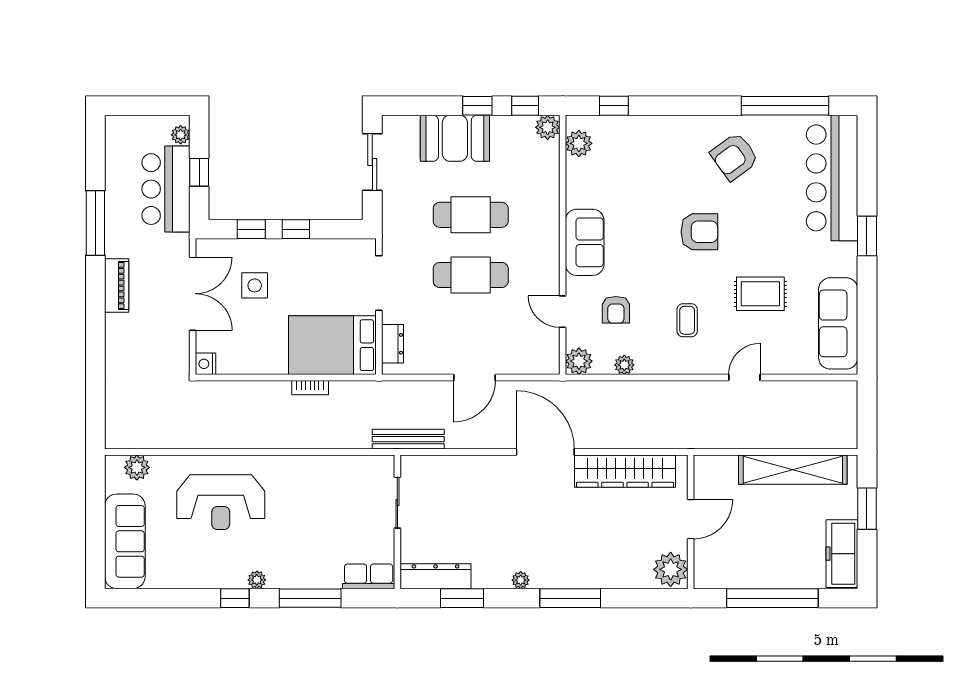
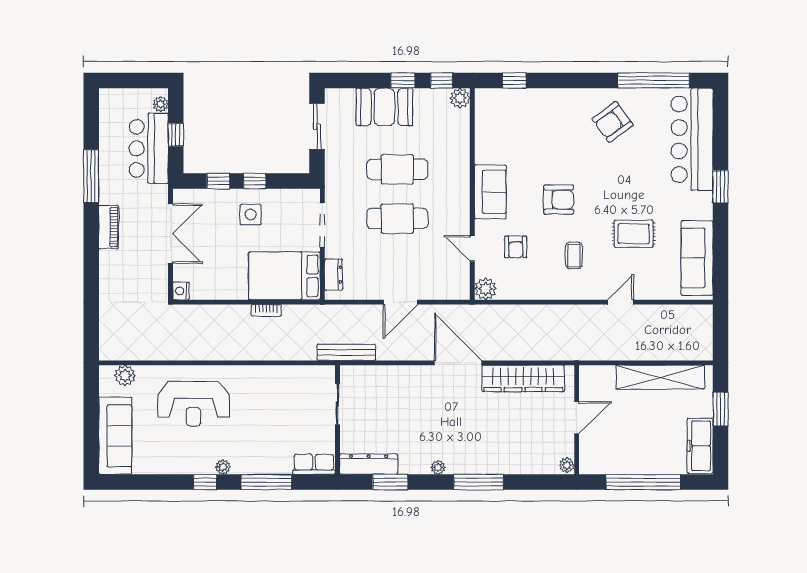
plant: (579, 143) -> (485, 111), removed
armchair: (699, 232) -> (559, 200), moved
side table: (255, 285) -> (251, 214), moved
plant: (624, 365) -> (523, 292), removed
plant: (671, 569) -> (567, 465), width x0.53, depth x0.53

